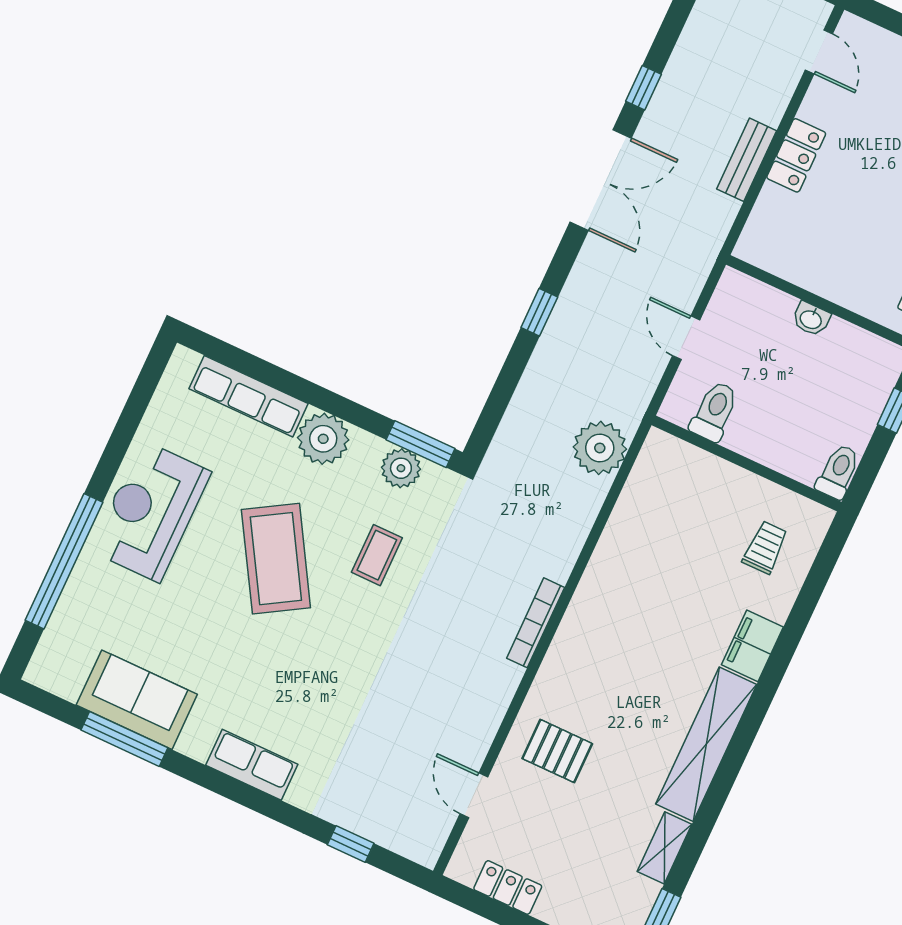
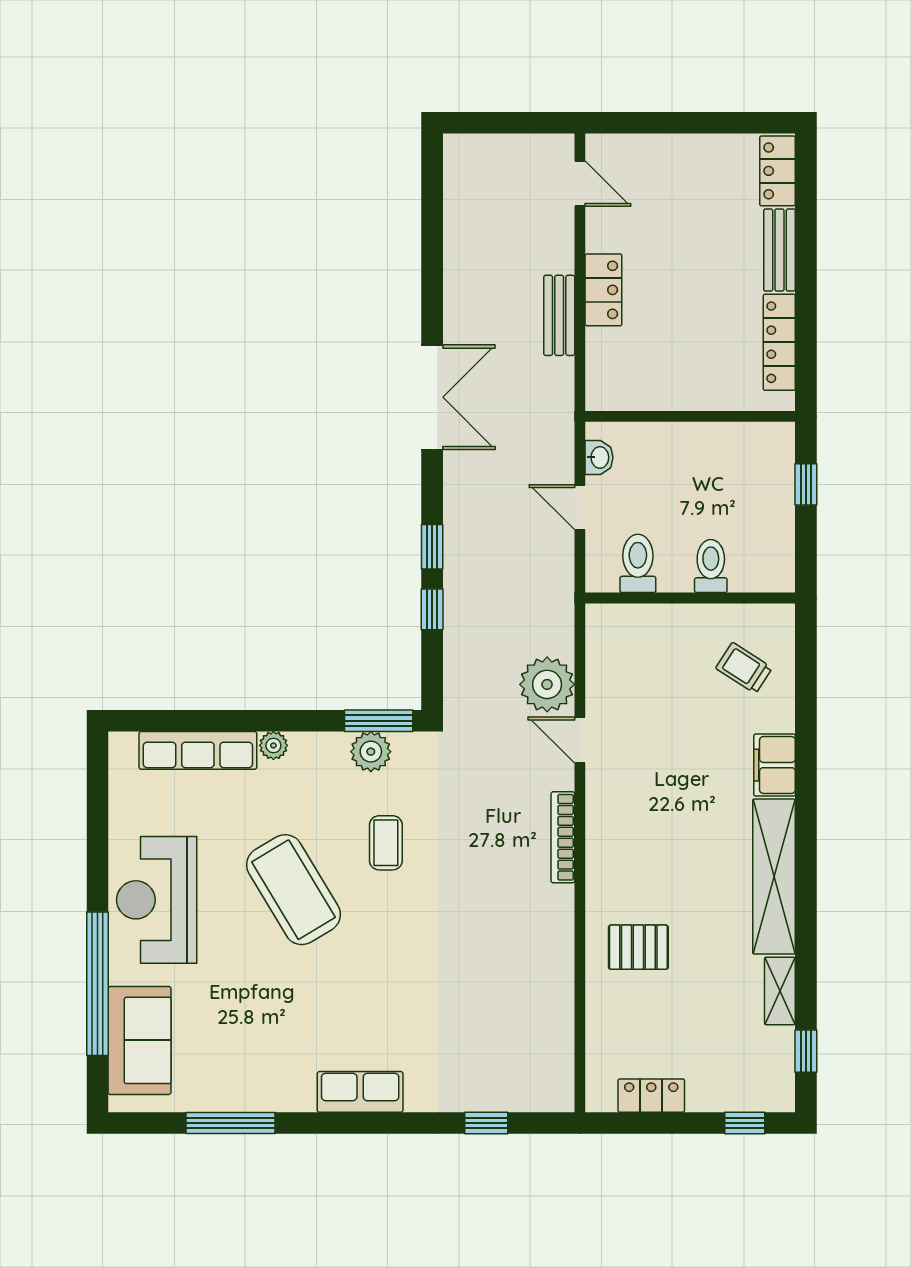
window: (643, 88) -> (432, 609), moved
washbasin: (811, 319) -> (599, 457), moved, turned -90
plant: (323, 439) -> (273, 745), width x0.53, depth x0.53
plant: (600, 448) -> (547, 684), moved
toilet: (838, 472) -> (711, 566), moved
trolley: (765, 547) -> (744, 668), turned -57
sofa: (137, 700) -> (140, 1040), moved, turned 90
door: (474, 795) -> (580, 740), moved

